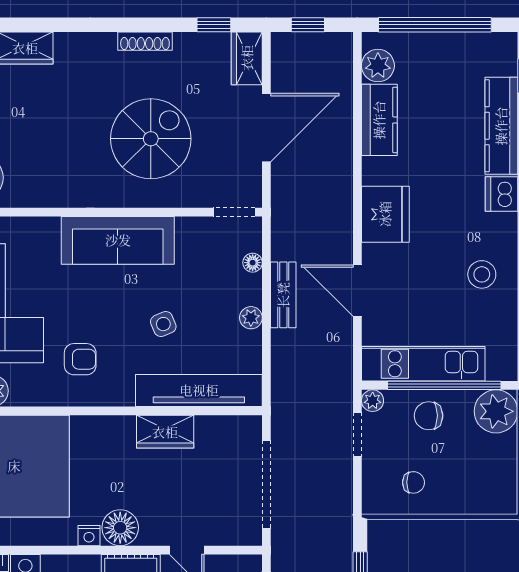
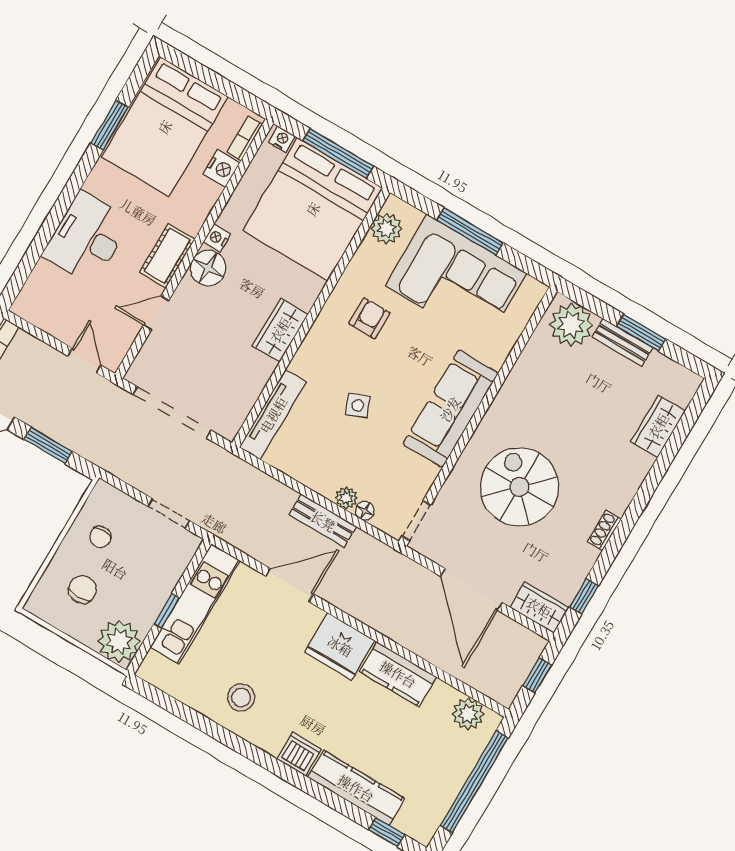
shoe rack: (145, 41) -> (604, 530), width x0.70
kitchen counter: (379, 120) -> (398, 674), moved
spiral stairs: (151, 139) -> (519, 487), turned 180
plant: (251, 318) -> (346, 498), moved
armchair: (80, 359) -> (369, 318), turned 180
window: (444, 385) -> (167, 611), width x0.32
tv unit: (199, 390) -> (273, 415), width x0.73, depth x0.78
plant: (373, 401) -> (189, 543), removed
chair: (429, 416) -> (82, 589), moved
wardrobe: (165, 432) -> (280, 330), moved

